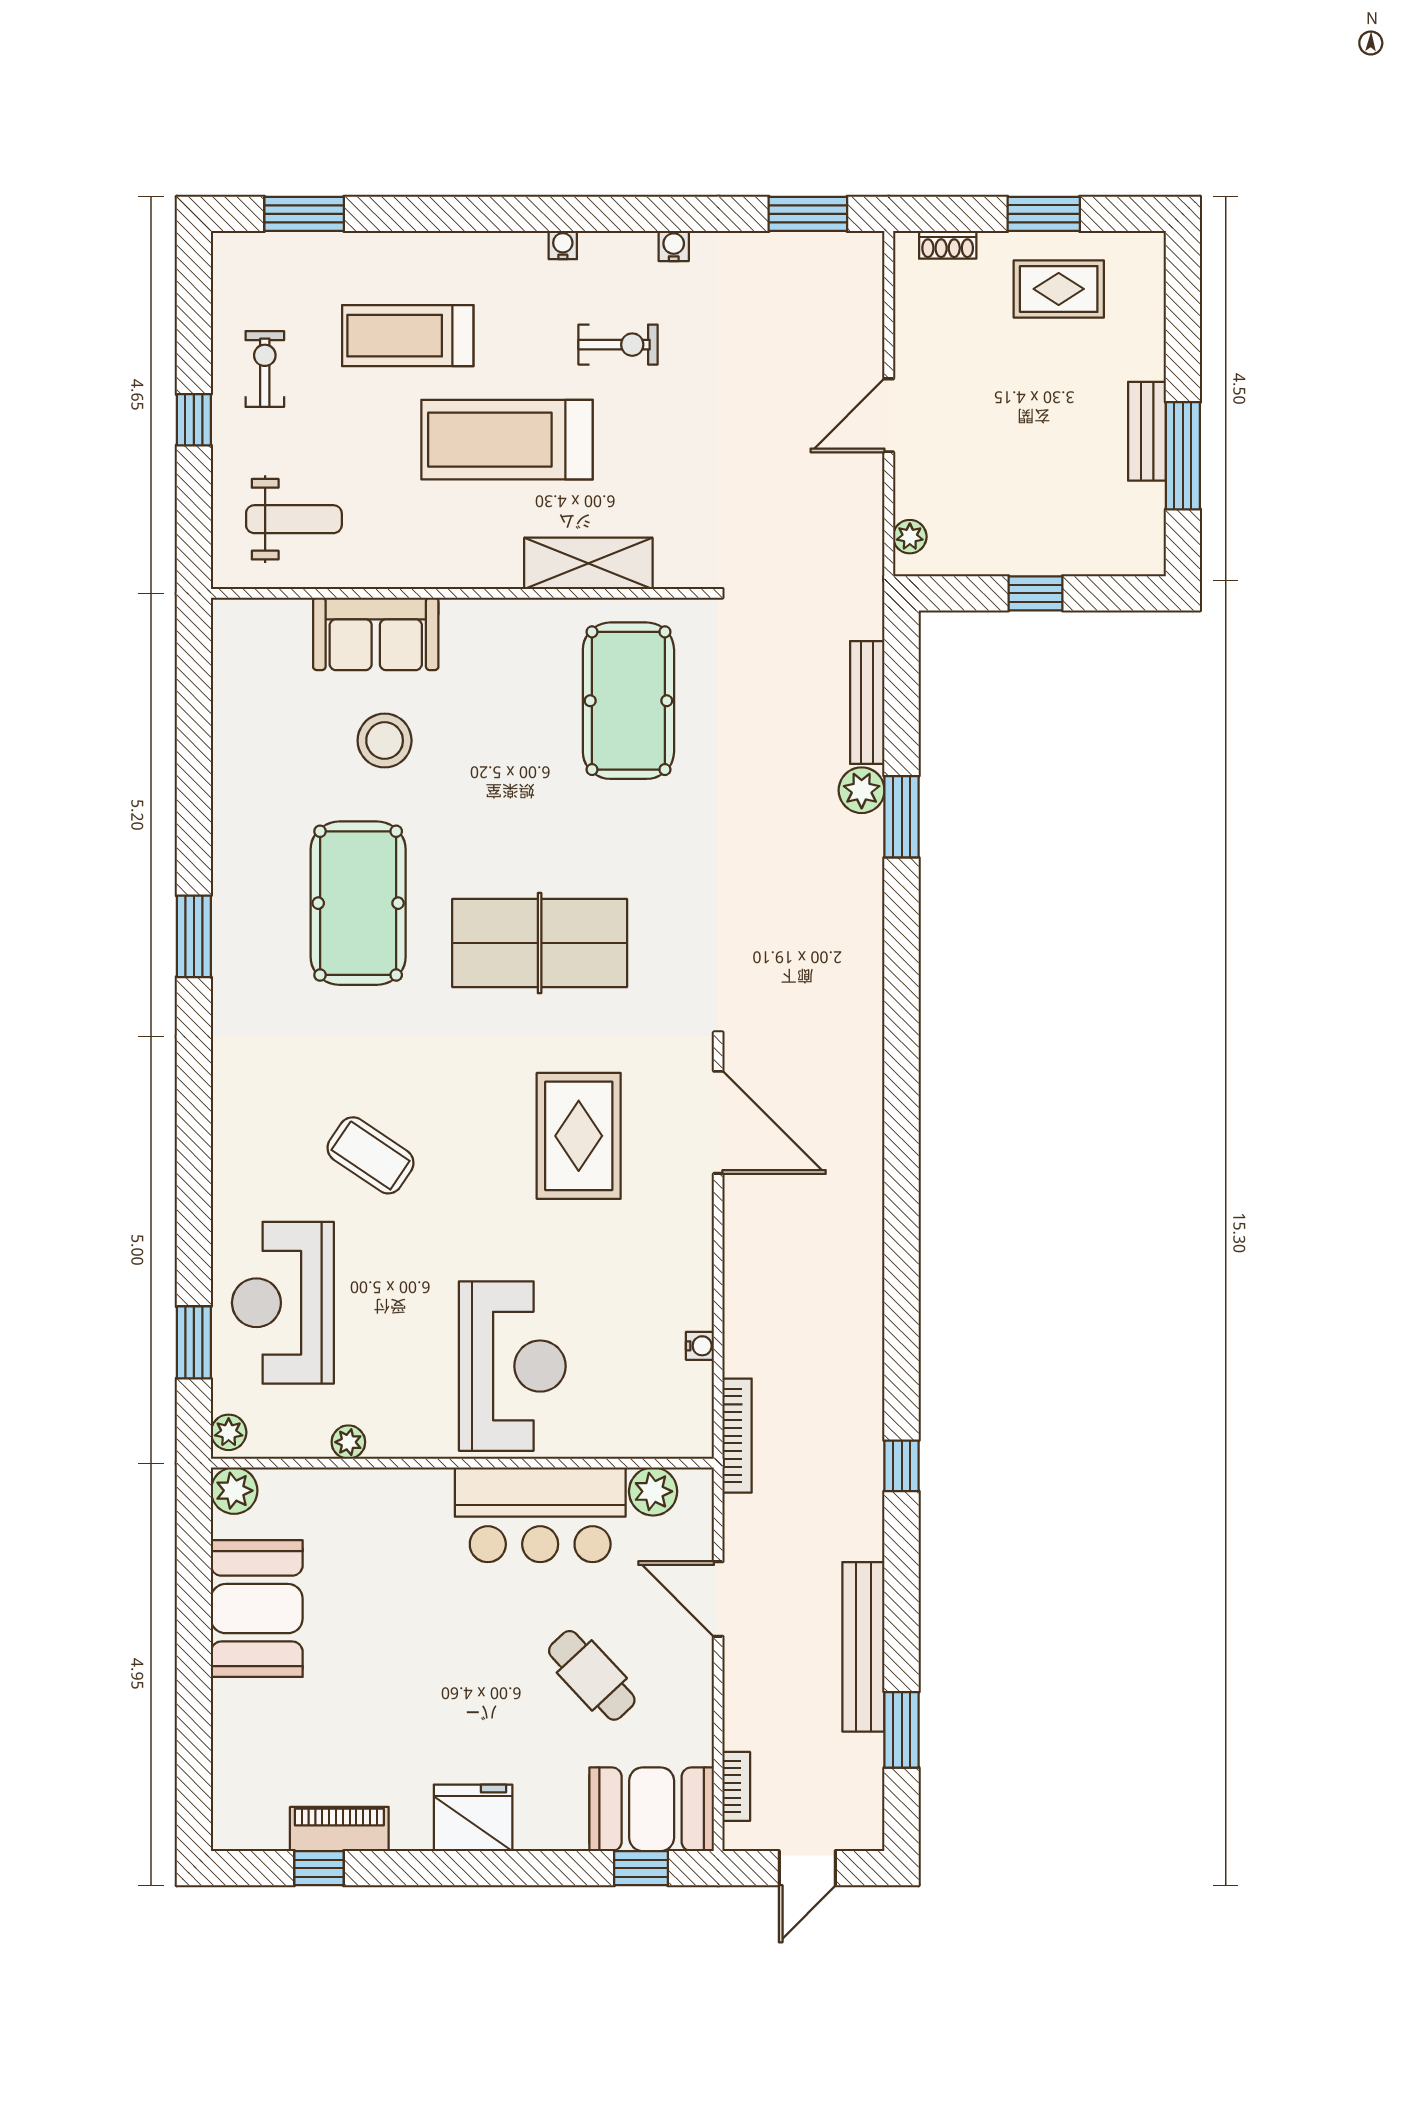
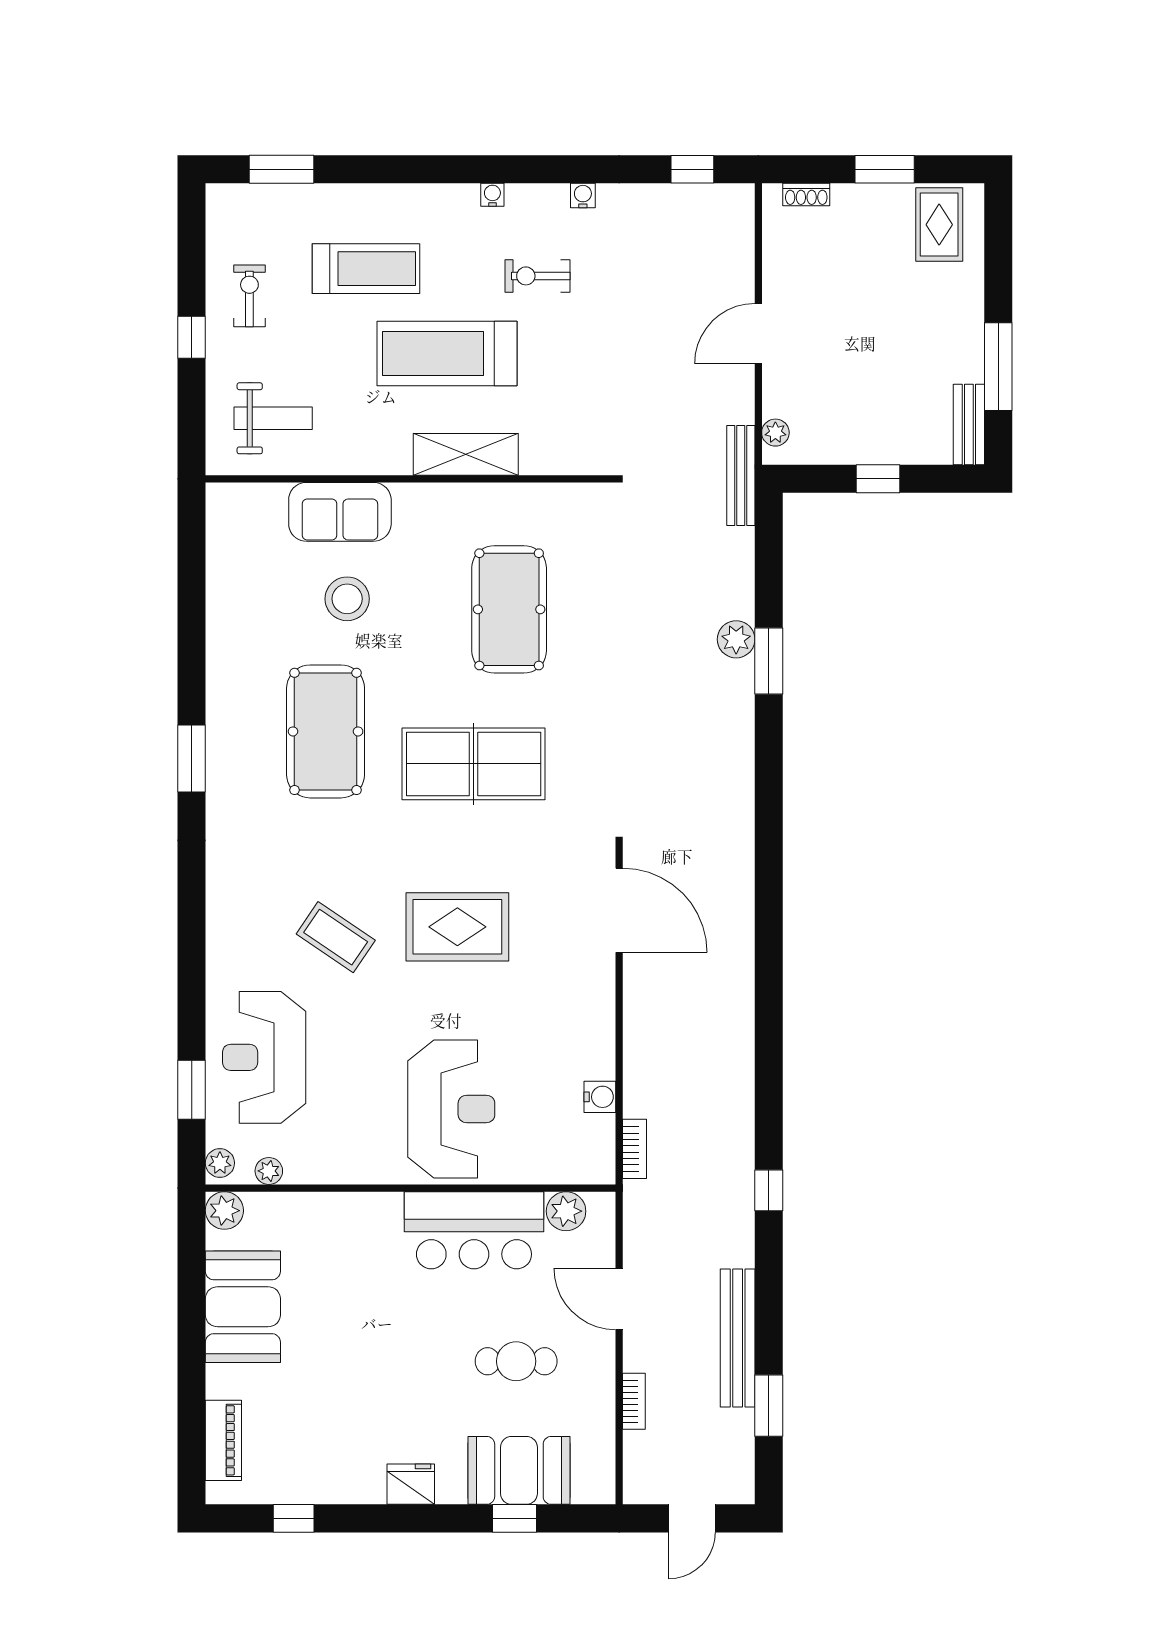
window: (808, 214) -> (692, 169), width x0.67
rug: (1059, 289) -> (939, 225), moved, turned 90
treadmill: (408, 336) -> (366, 269), turned 180
exercise bike: (618, 345) -> (537, 276), turned 180
bench: (1147, 431) -> (969, 425), moved
shelving: (588, 563) -> (466, 454), moved
pool table: (628, 701) -> (509, 609), moved
bench: (867, 702) -> (741, 476), moved
rug: (579, 1136) -> (457, 927), moved, turned 90
water cooler: (700, 1346) -> (600, 1097), width x1.38, depth x1.38
bookcase: (737, 1436) -> (635, 1149), width x0.64
plant: (348, 1442) -> (269, 1171), moved
cafe table: (592, 1675) -> (516, 1361), turned -47
bookcase: (736, 1786) -> (634, 1401), moved
booth: (652, 1809) -> (519, 1470), moved
fridge: (473, 1818) -> (411, 1484), width x0.73, depth x0.75
piano: (339, 1829) -> (223, 1440), moved, turned 90
window: (641, 1868) -> (515, 1518), moved

